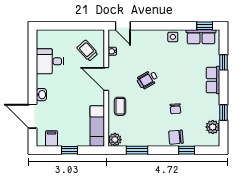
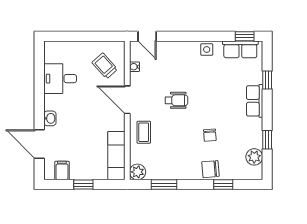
wheelchair: (147, 79) -> (176, 100), turned -150

